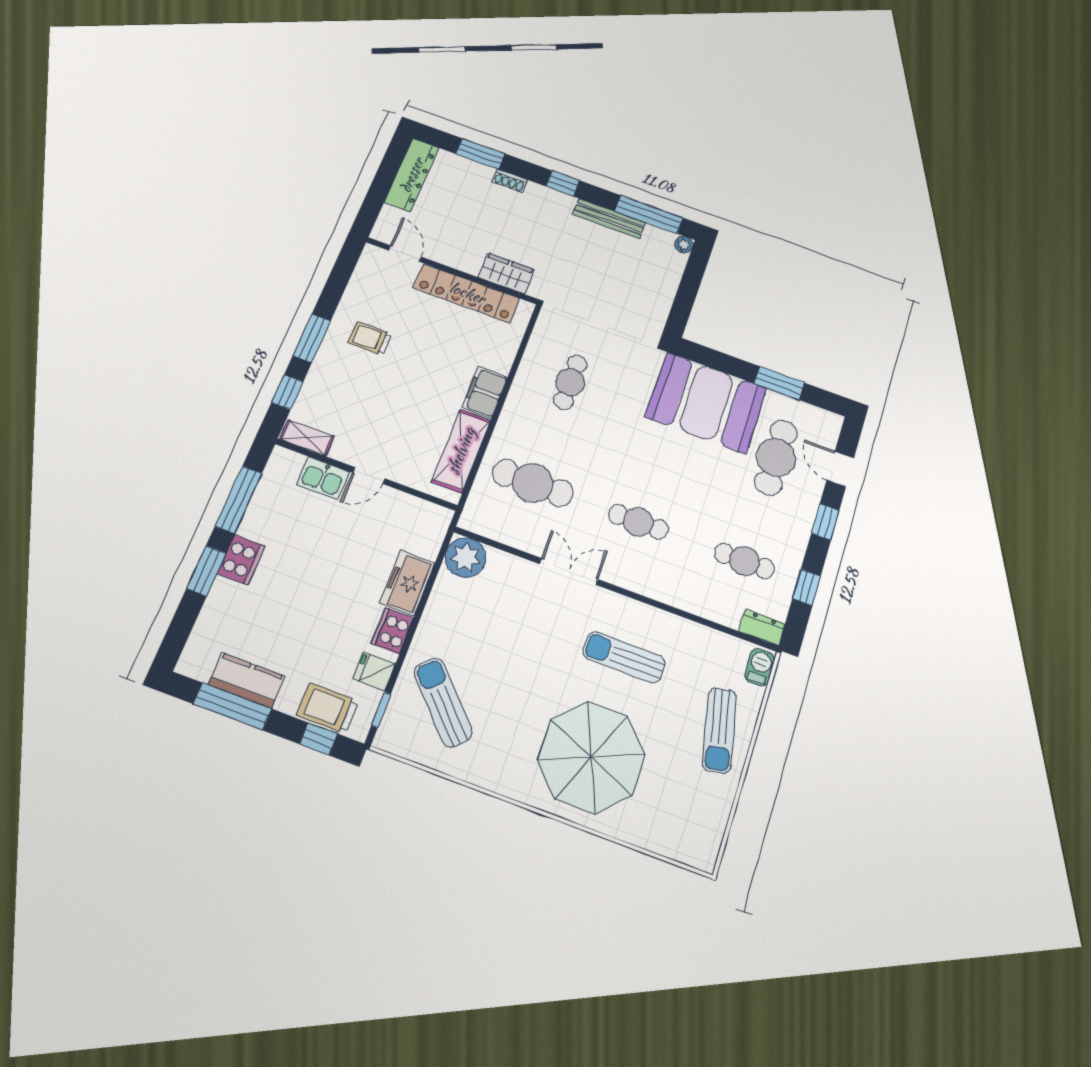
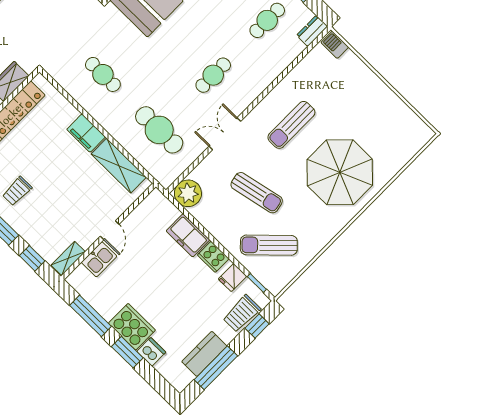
cafe table: (533, 483) -> (159, 130), turned 90
cooker: (241, 560) -> (132, 327), width x1.37, depth x1.31
dishwasher: (220, 604) -> (151, 352), added
sun lounger: (720, 730) -> (257, 193), moved

